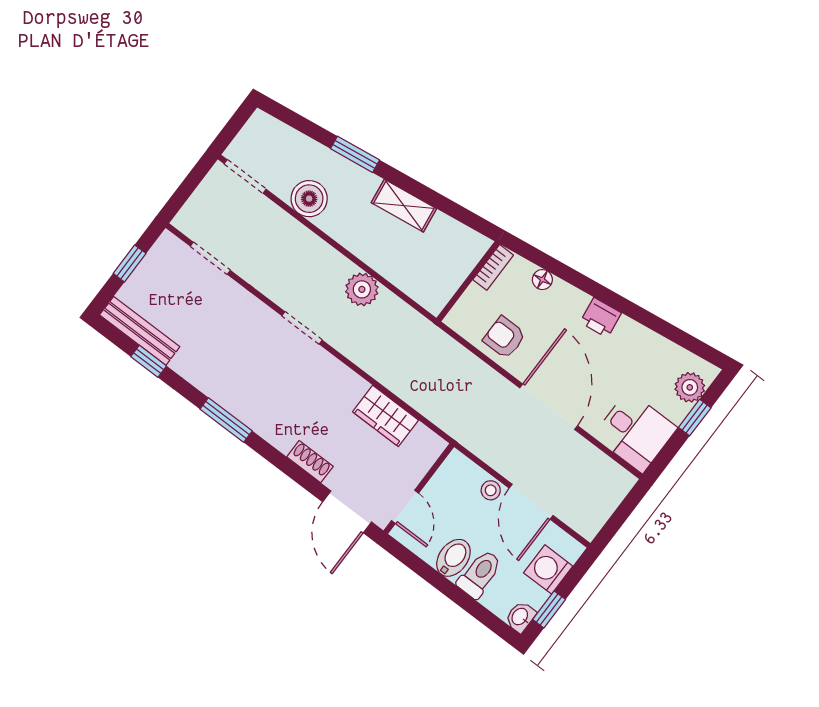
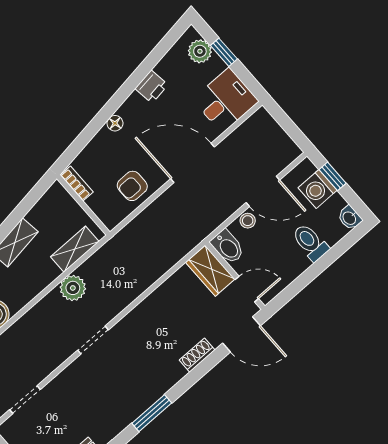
floor lamp: (542, 280) -> (115, 123), moved
shelving: (411, 282) -> (75, 249), added
printer: (601, 318) -> (151, 87), moved
wardrobe: (386, 416) -> (210, 271), moved, turned 90
bidet: (453, 558) -> (227, 247), moved, turned 180
window: (549, 609) -> (333, 176), moved

